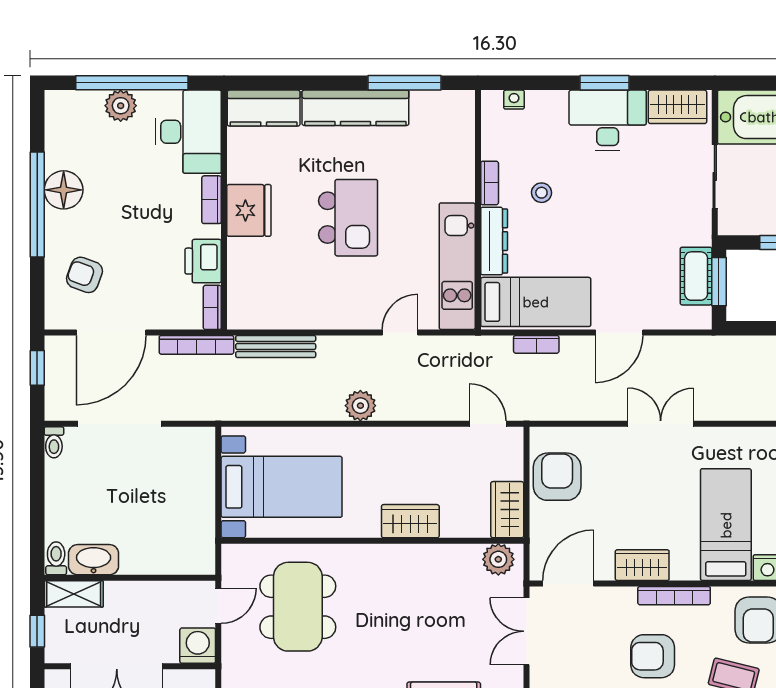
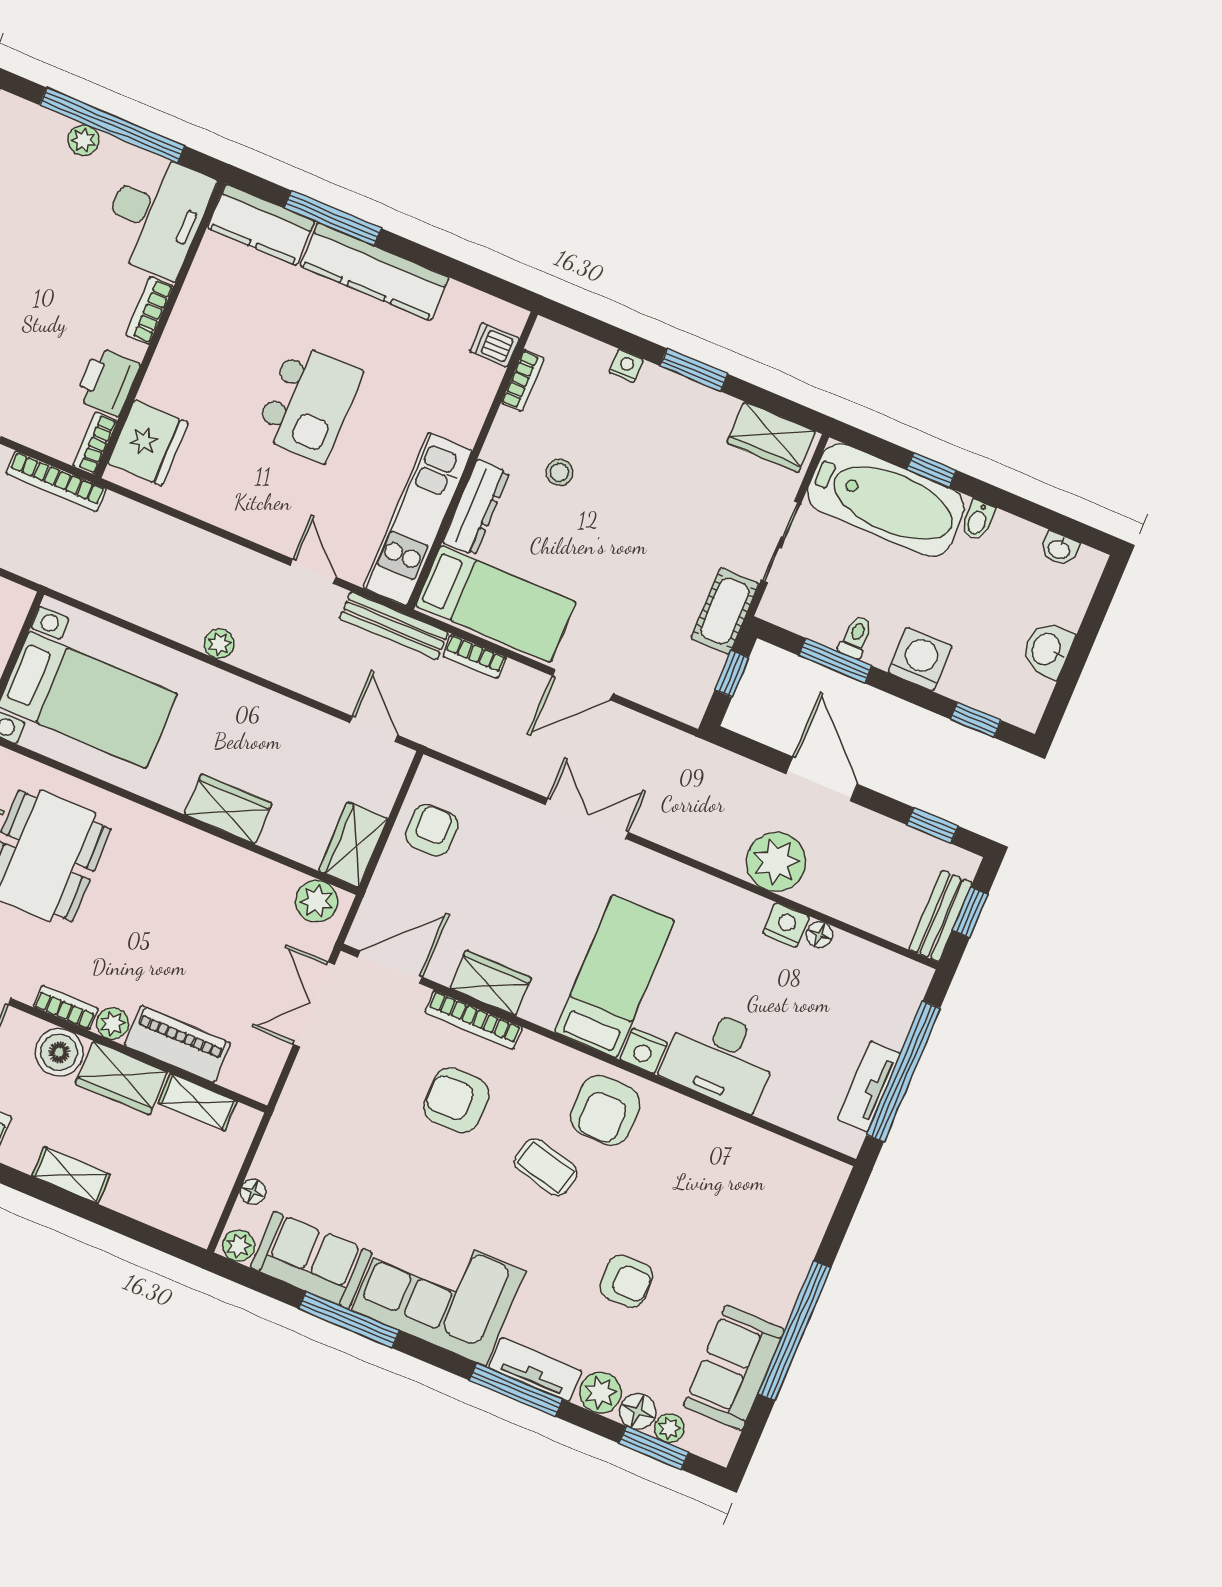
window: (404, 83) -> (332, 218), moved
nightstand: (514, 100) -> (626, 366), moved
plant: (121, 106) -> (83, 140), width x0.73, depth x0.73
desk: (608, 120) -> (678, 418), removed
dishwasher: (460, 123) -> (495, 345), added
bookcase: (490, 183) -> (523, 380), moved
fridge: (249, 210) -> (148, 443), moved
cot: (696, 276) -> (725, 611), moved
window: (719, 282) -> (732, 674), width x0.67
door: (400, 332) -> (313, 571), hinge flipped
bench: (276, 346) -> (394, 626), moved
plant: (360, 406) -> (219, 644), width x0.73, depth x0.73
armchair: (557, 477) -> (432, 830), width x0.72, depth x0.72
bookcase: (674, 596) -> (474, 1020), moved

